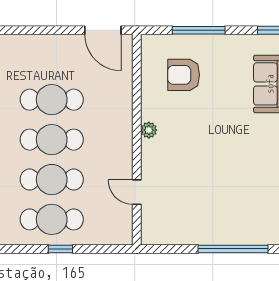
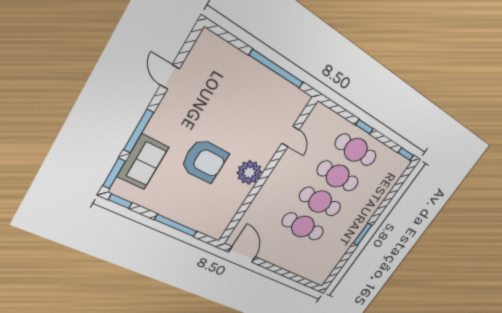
armchair: (184, 75) -> (204, 161), moved, width x1.36, depth x1.36
plant: (149, 130) -> (249, 172), width x1.88, depth x1.88
window: (233, 249) -> (277, 69), moved

